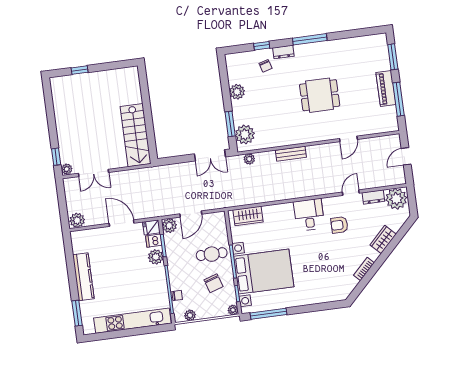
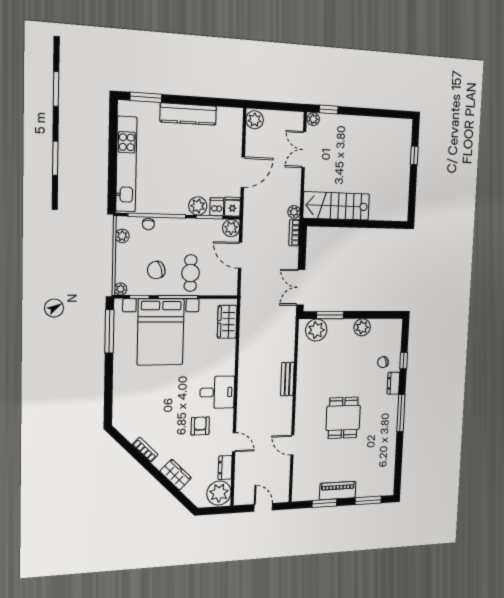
window: (398, 99) -> (324, 503), width x0.69
plant: (249, 159) -> (294, 212), moved
bookcase: (164, 169) -> (294, 233), added

